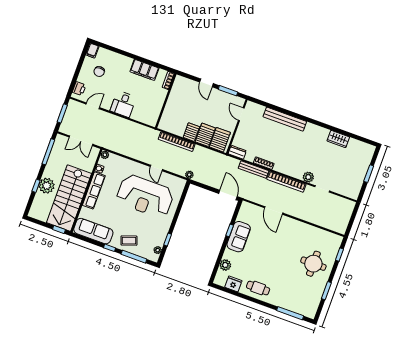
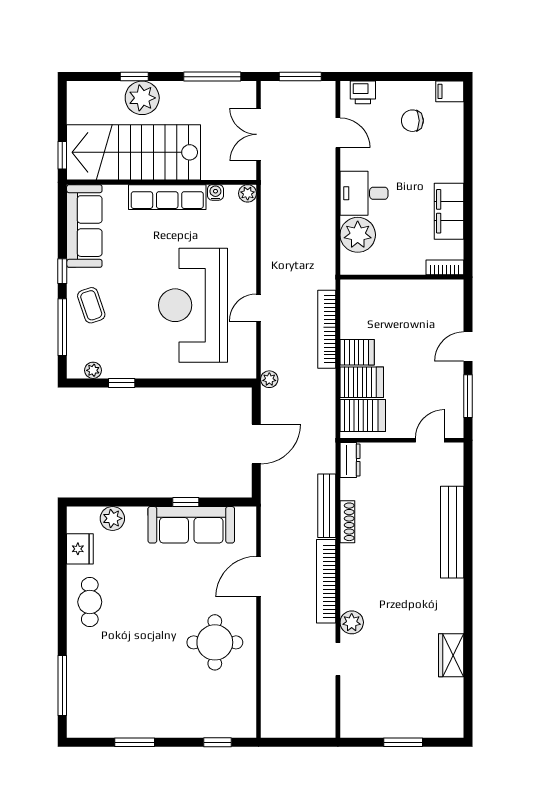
plant: (140, 113) -> (358, 235), added
door: (228, 195) -> (256, 444), moved
sofa: (239, 237) -> (191, 525), width x1.36
round table: (313, 264) -> (215, 642), moved

